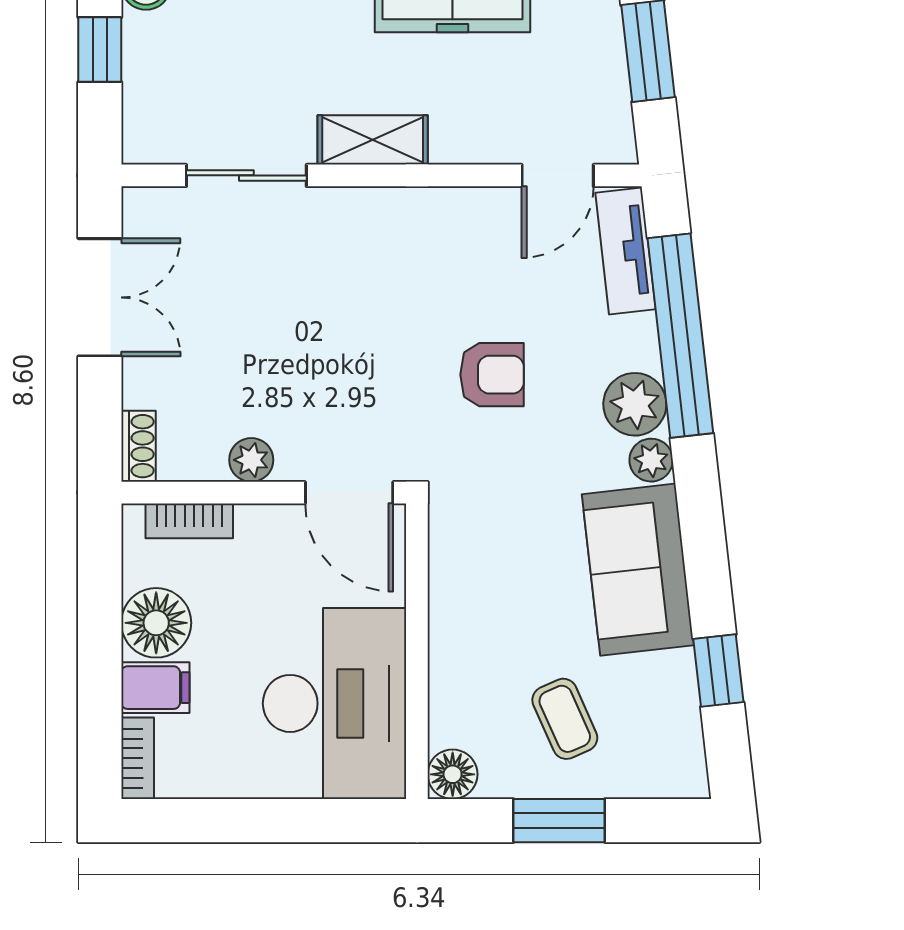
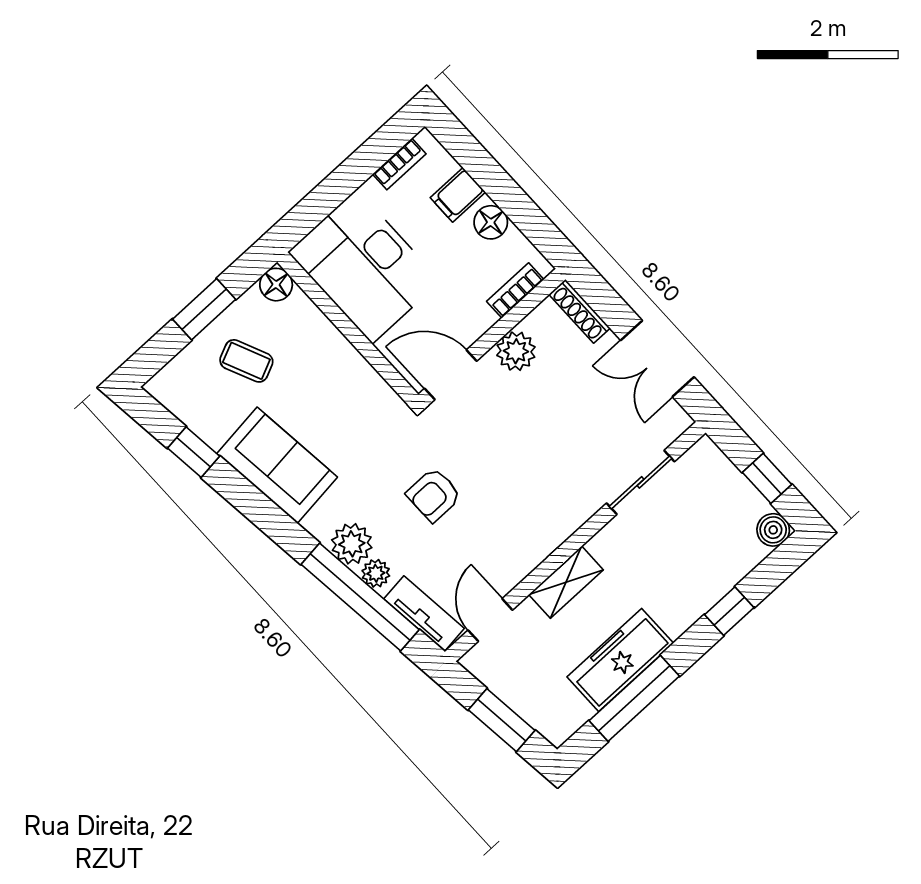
shelving: (373, 140) -> (566, 582), moved
shoe rack: (138, 446) -> (580, 311), width x1.43
plant: (251, 460) -> (516, 351), width x1.38, depth x1.38
plant: (651, 460) -> (376, 573), moved
floor lamp: (156, 623) -> (491, 222), width x0.73, depth x0.73
bookcase: (138, 758) -> (399, 164), moved, turned -90

